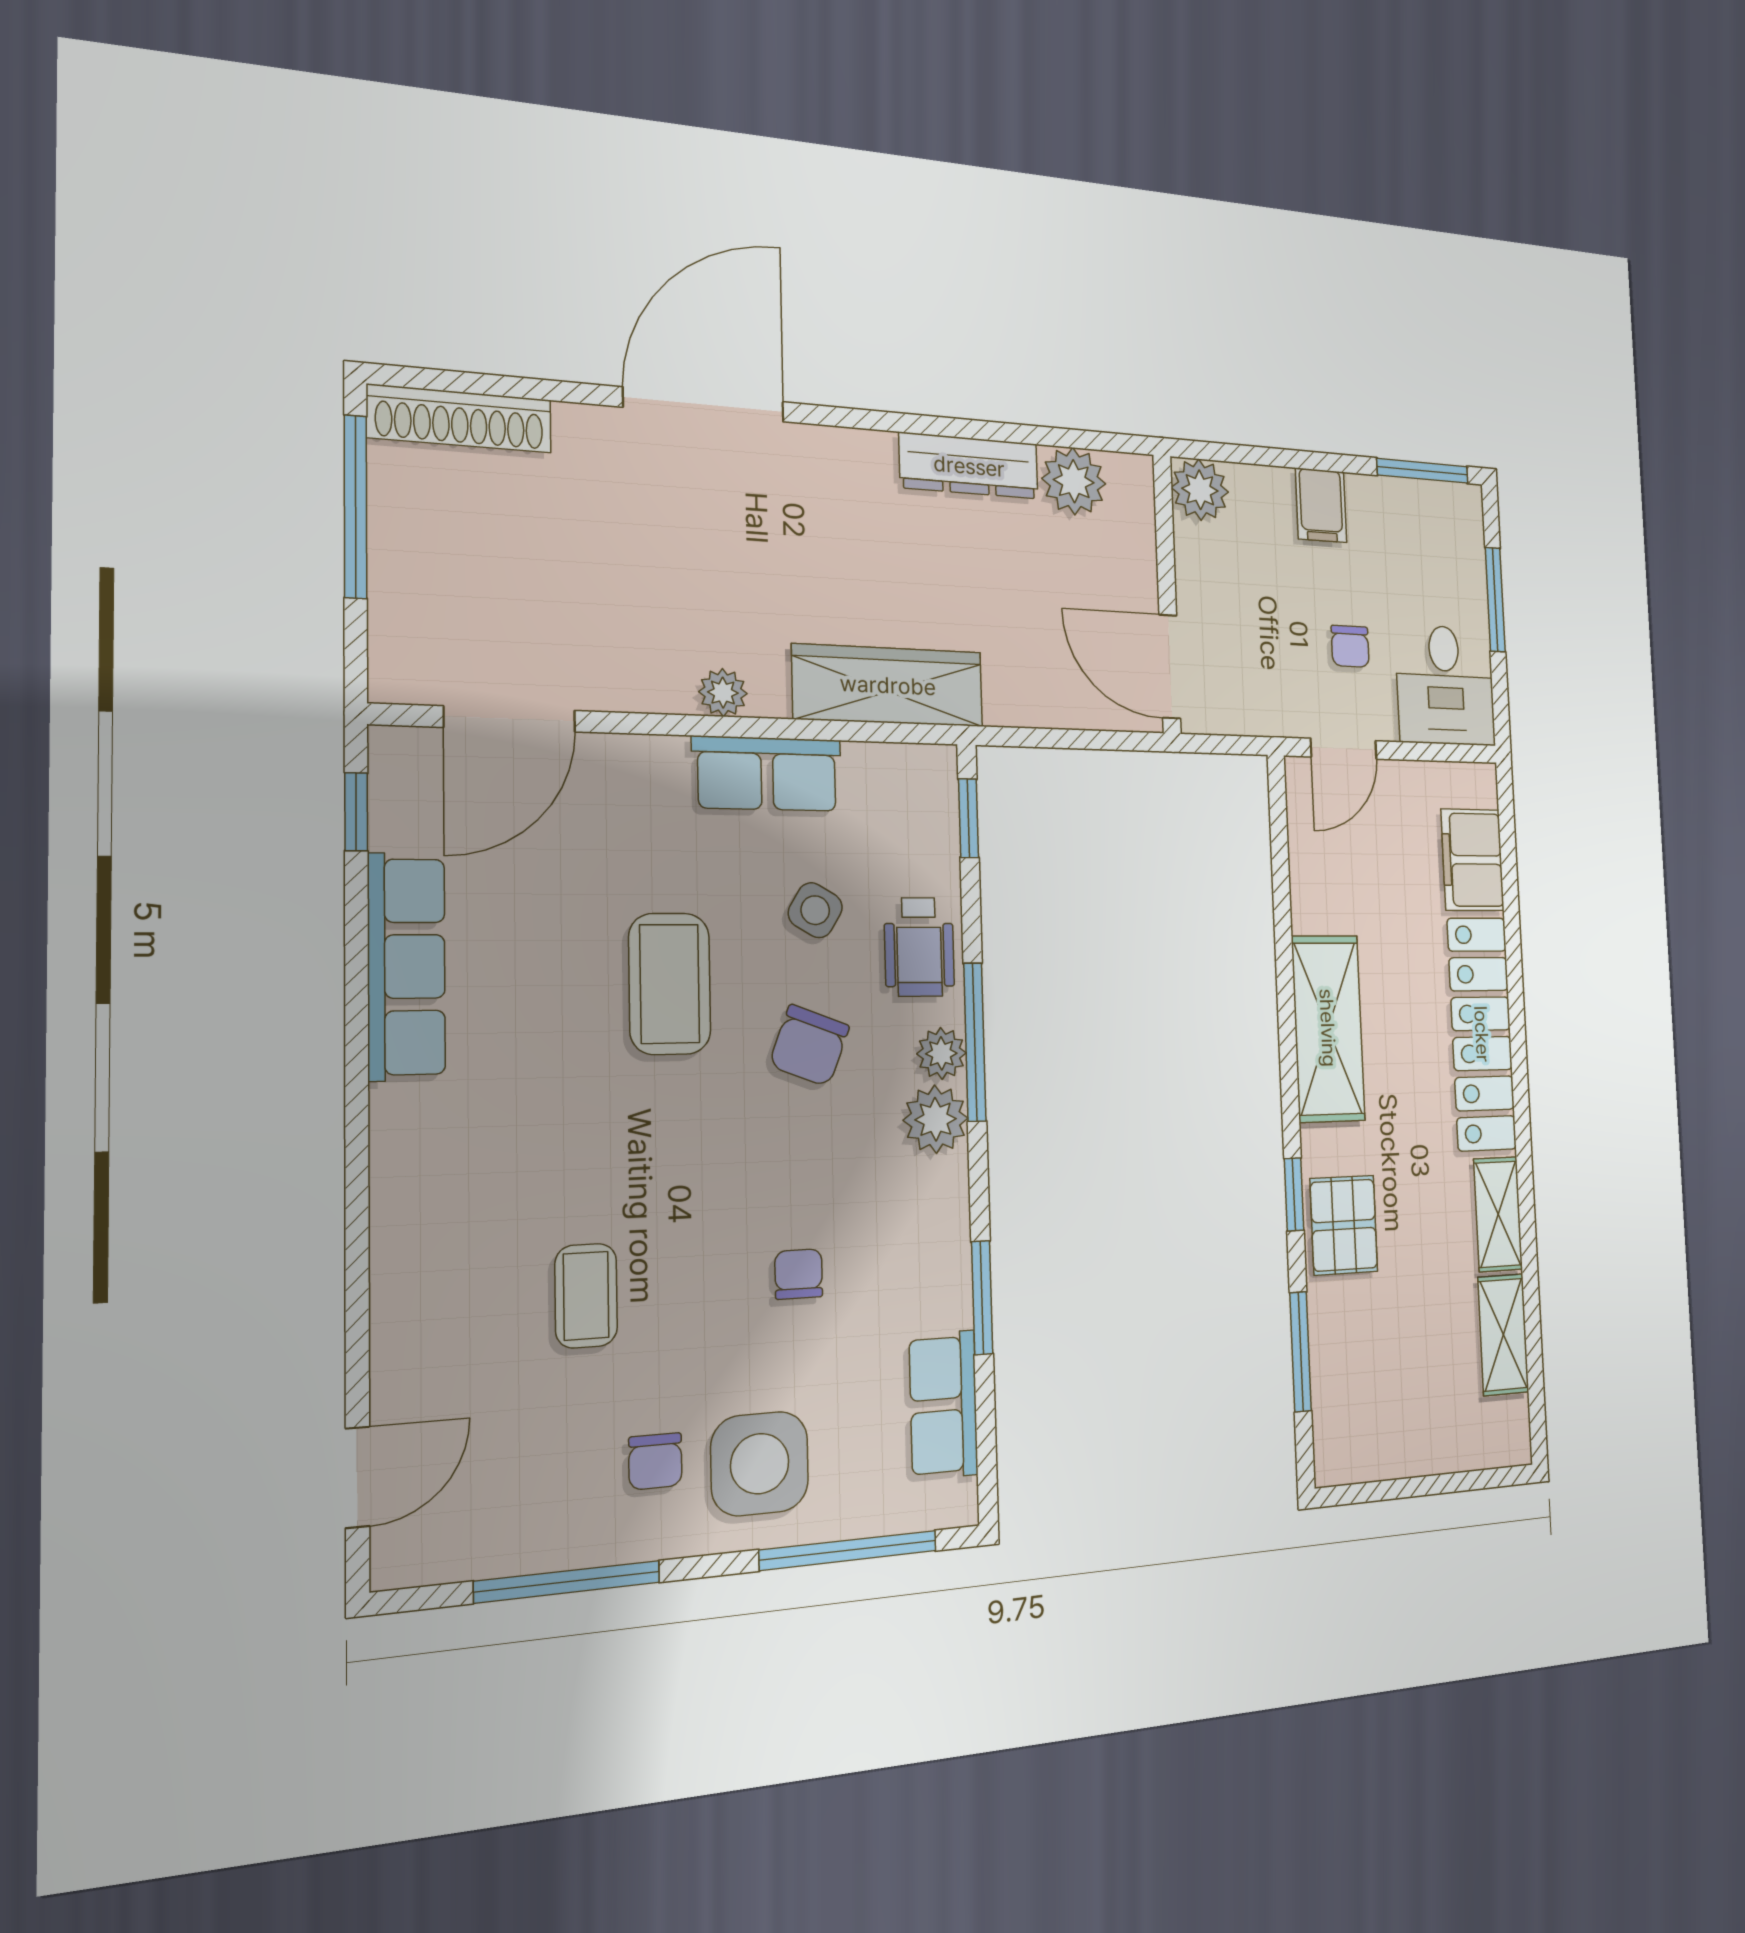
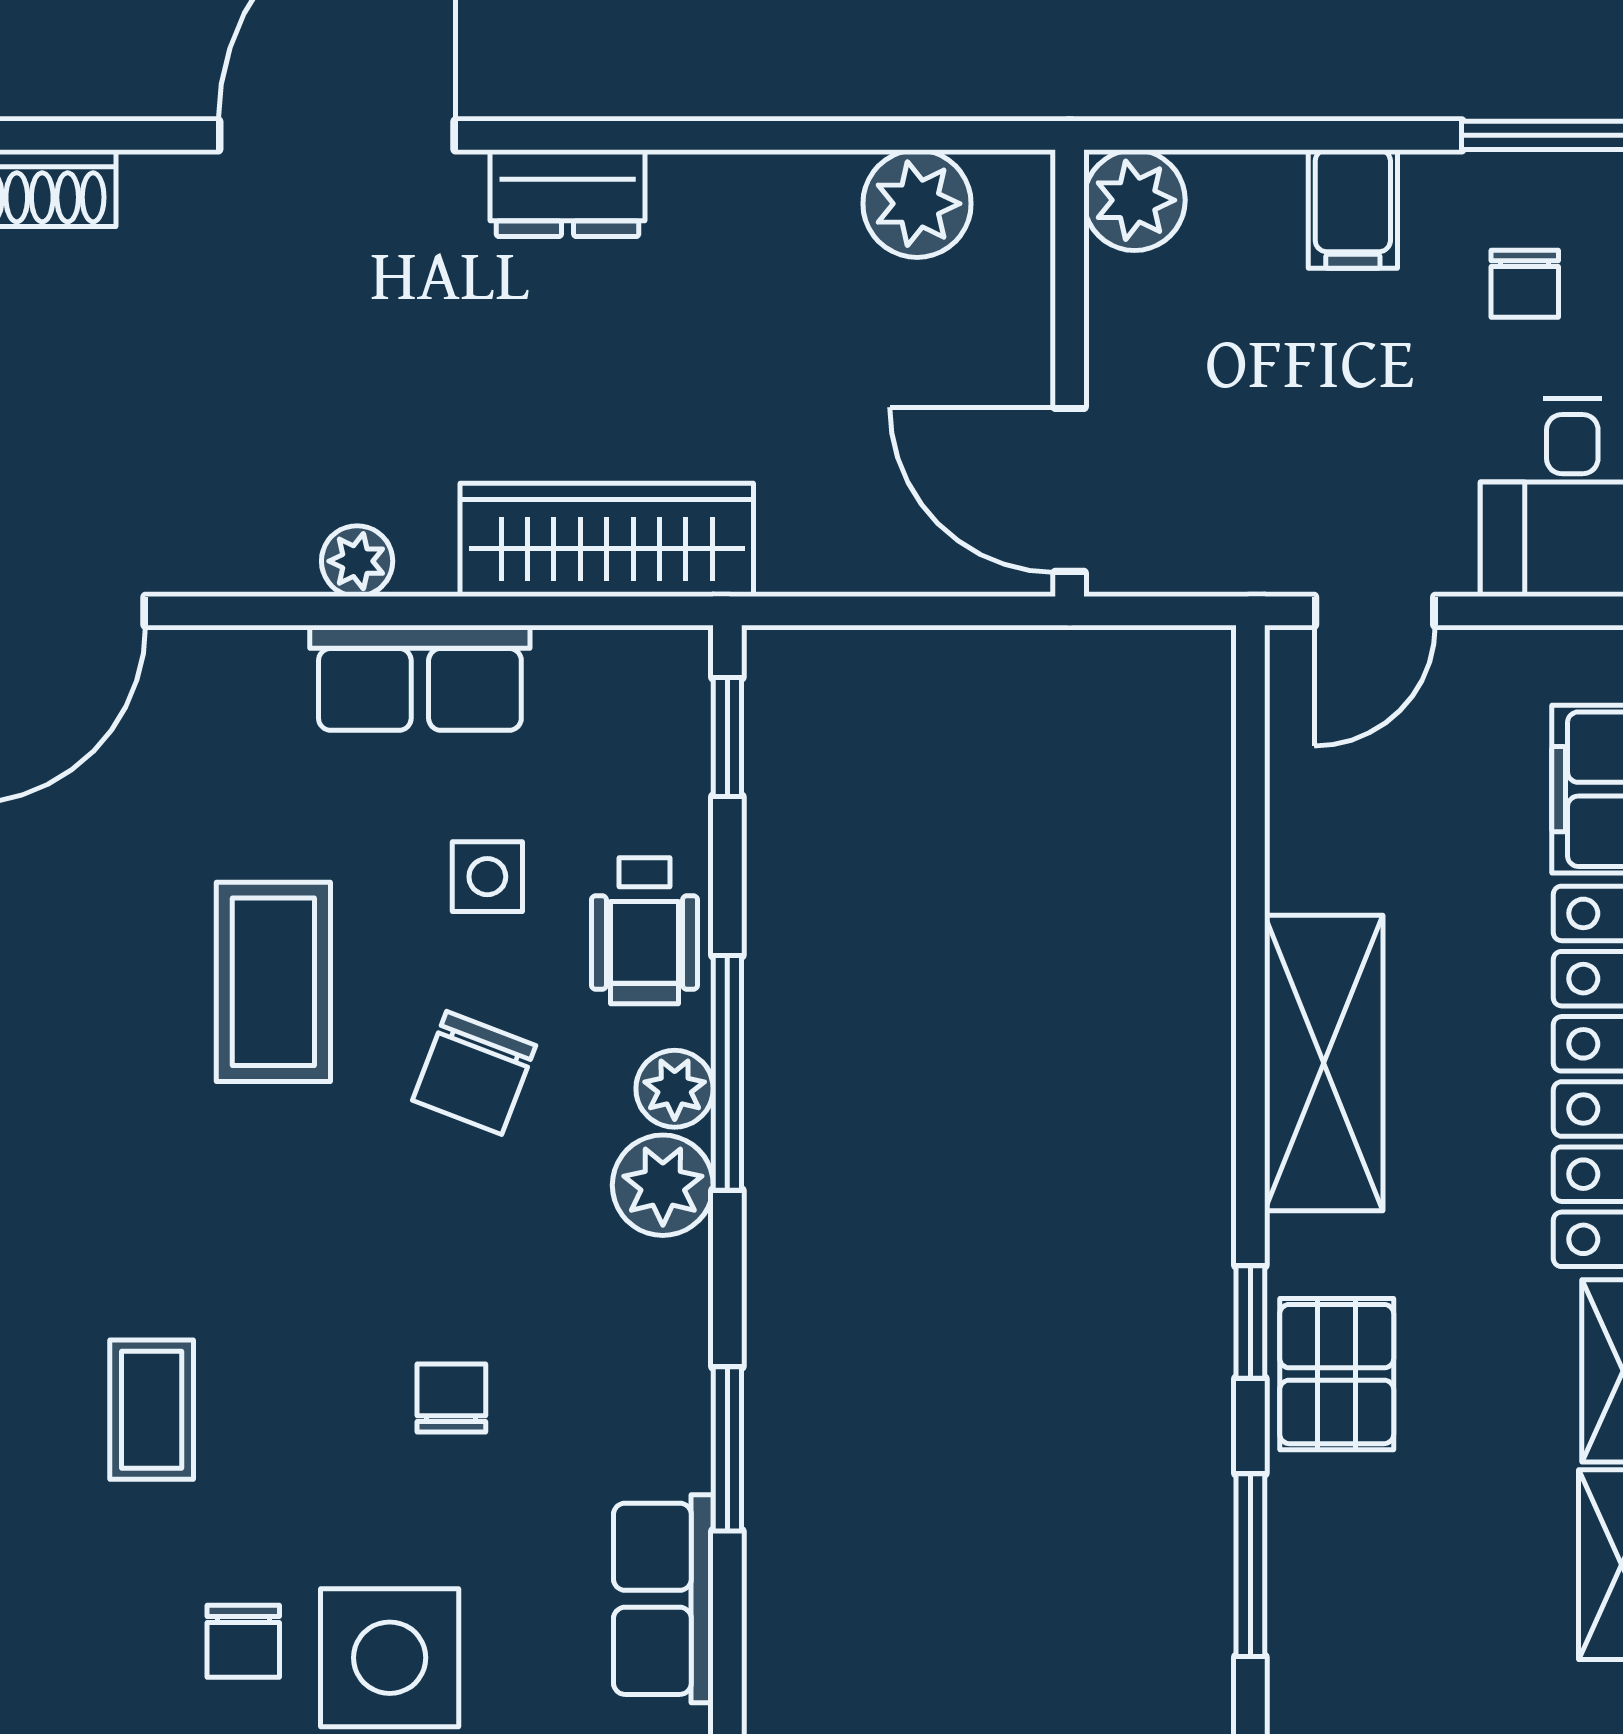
dresser: (969, 466) -> (568, 193), moved, width x0.70
chair: (1350, 646) -> (1525, 284), moved
side table: (815, 910) -> (487, 877), turned -31

